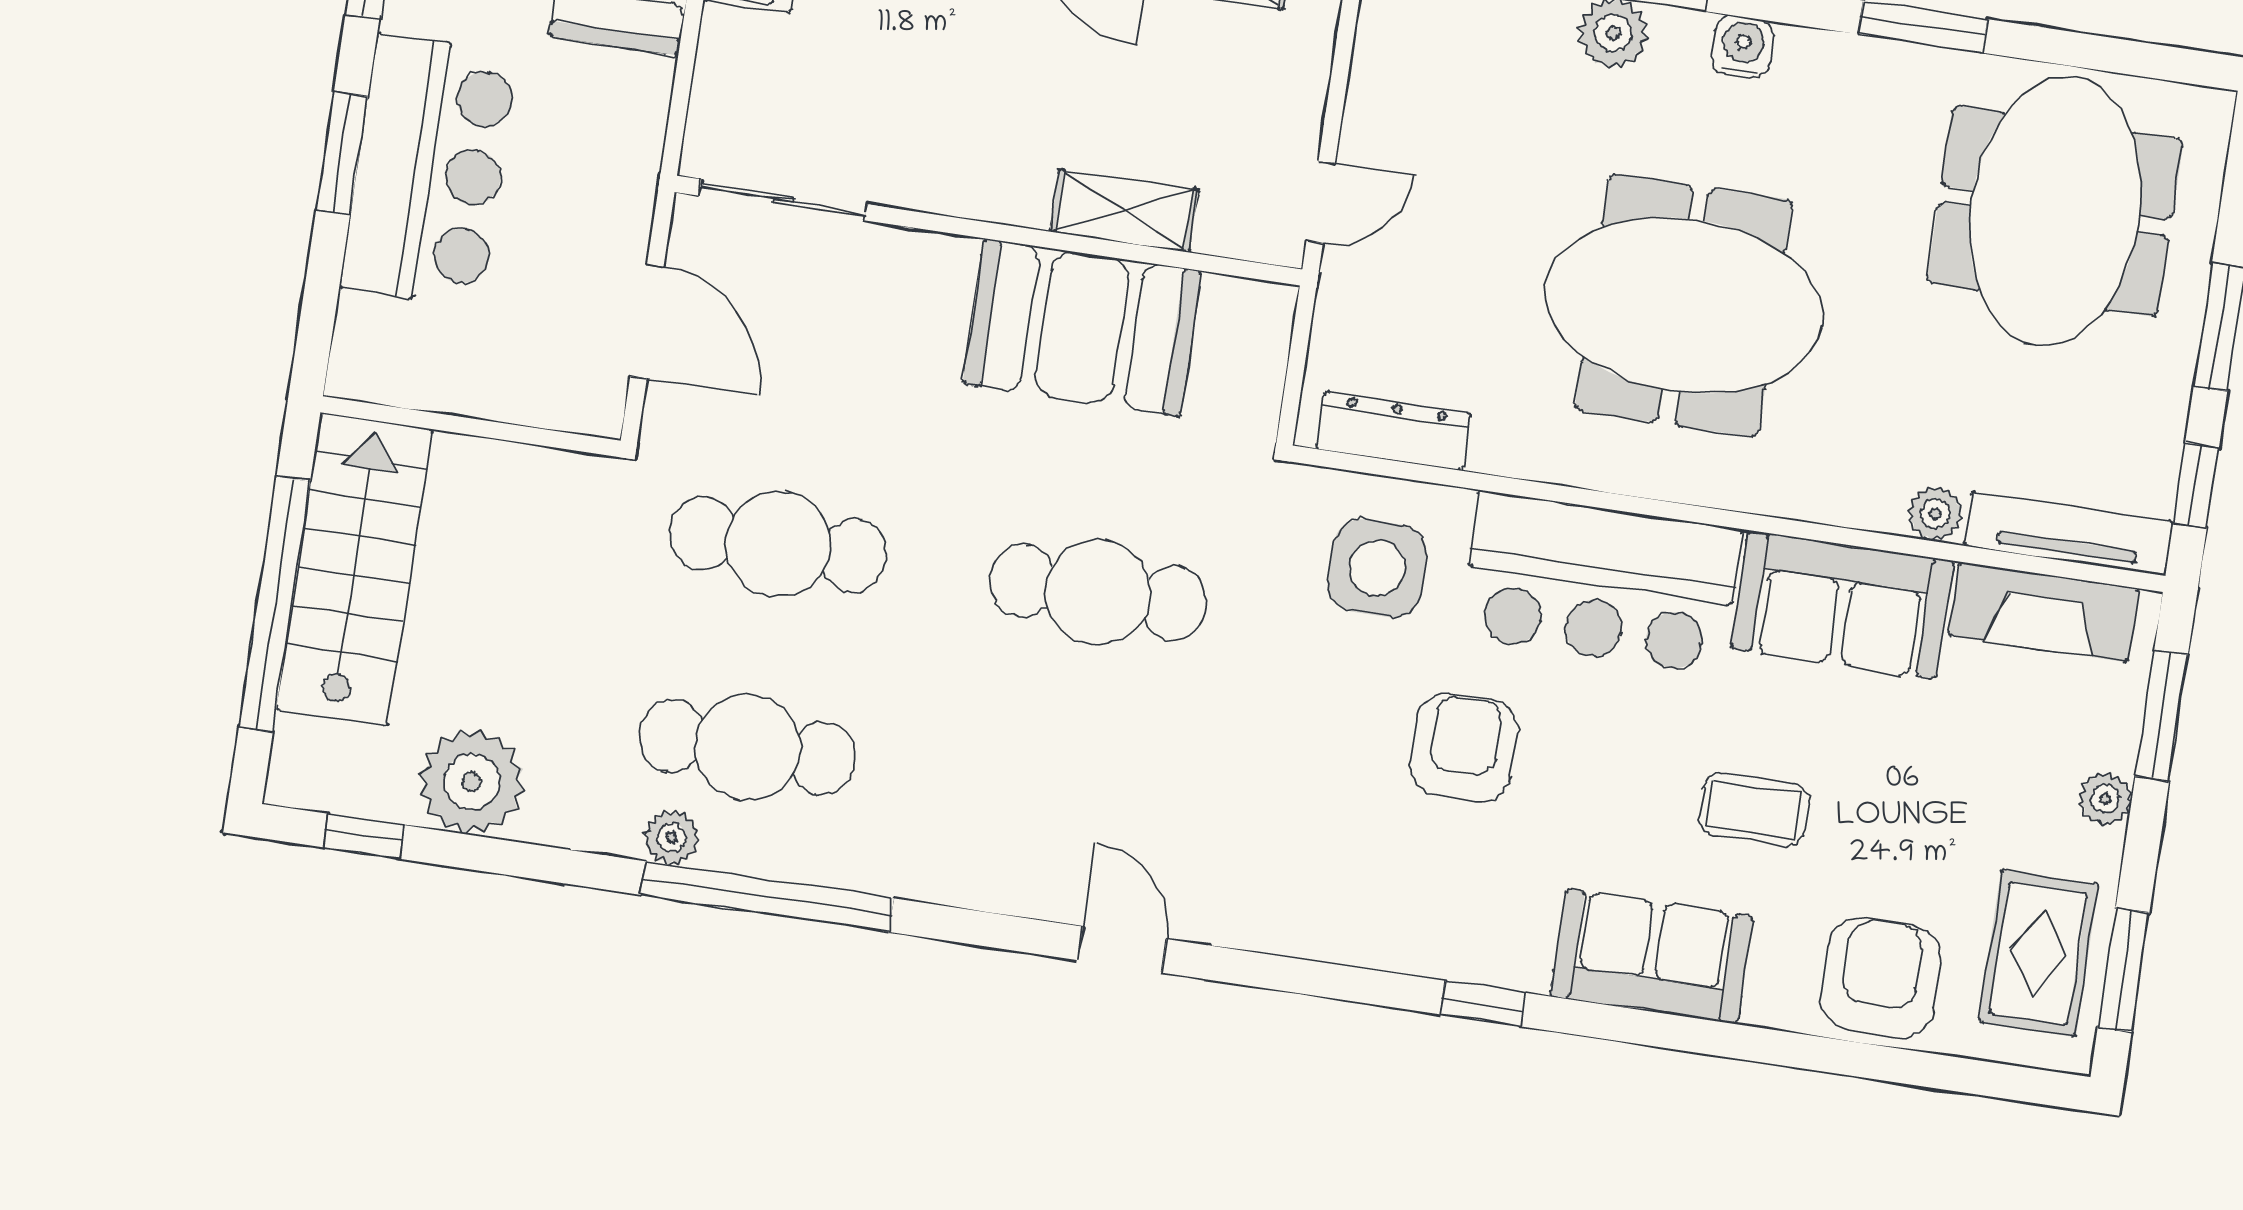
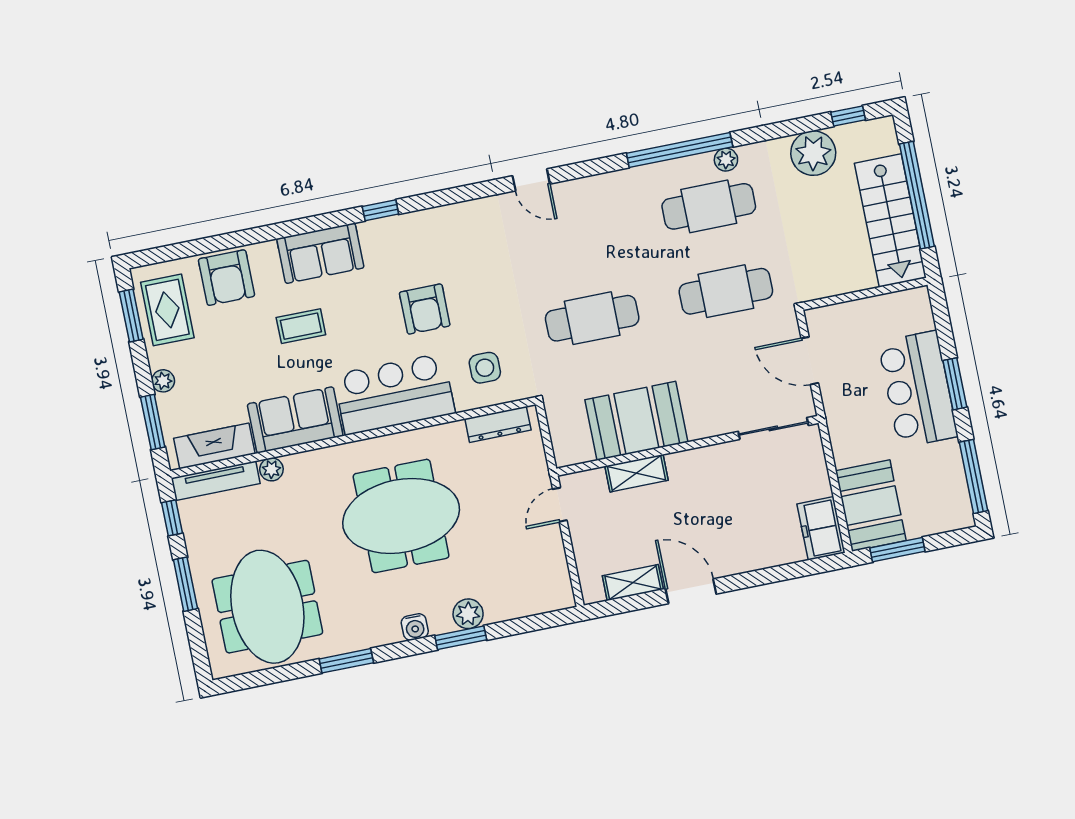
side table: (1377, 568) -> (485, 368), width x0.73, depth x0.73

